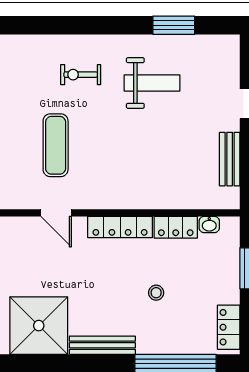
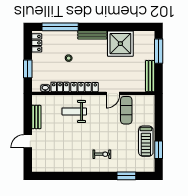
window: (174, 25) -> (126, 176), moved
weight bench: (152, 83) -> (74, 112), moved
exercise mat: (56, 145) -> (126, 110), moved
door: (56, 213) -> (113, 93), swing flipped

